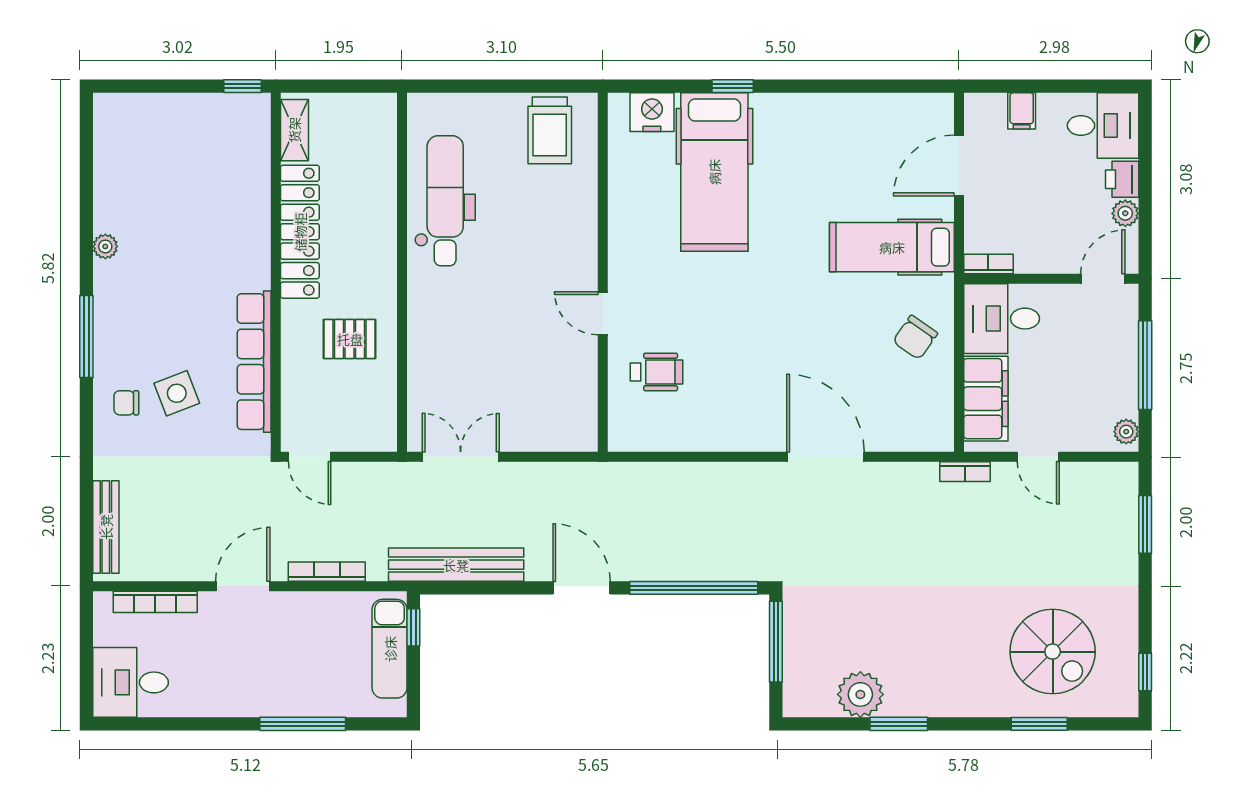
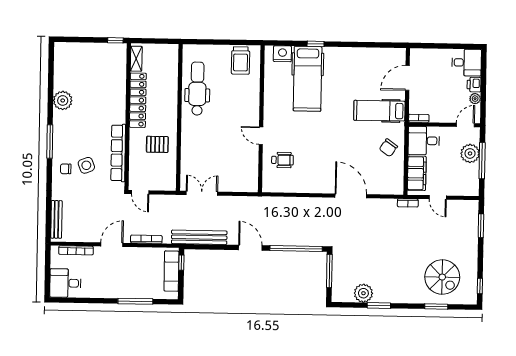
filing cabinet: (1022, 111) -> (433, 56), removed
plant: (105, 246) -> (63, 100), width x1.87, depth x1.87
plant: (1126, 432) -> (470, 153), moved, width x1.88, depth x1.88

